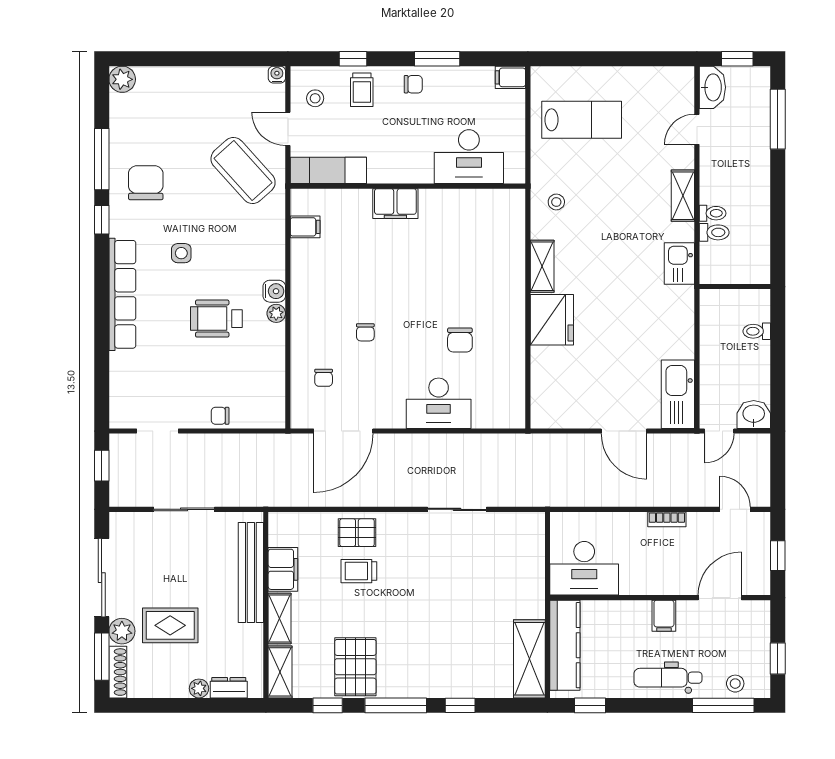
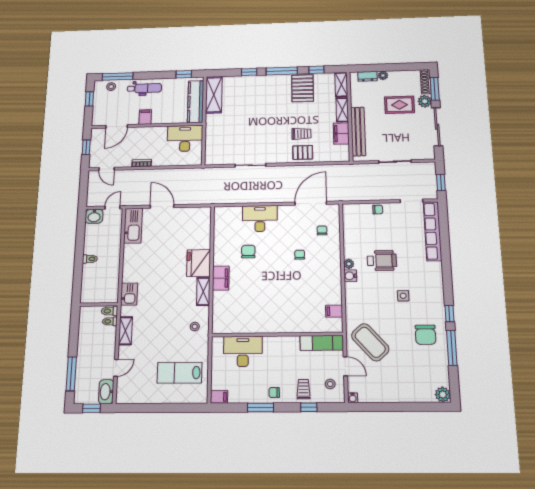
filing cabinet: (395, 204) -> (221, 278), moved, turned 90
wall: (735, 287) -> (99, 304), moved
row of seats: (122, 294) -> (433, 231), moved

